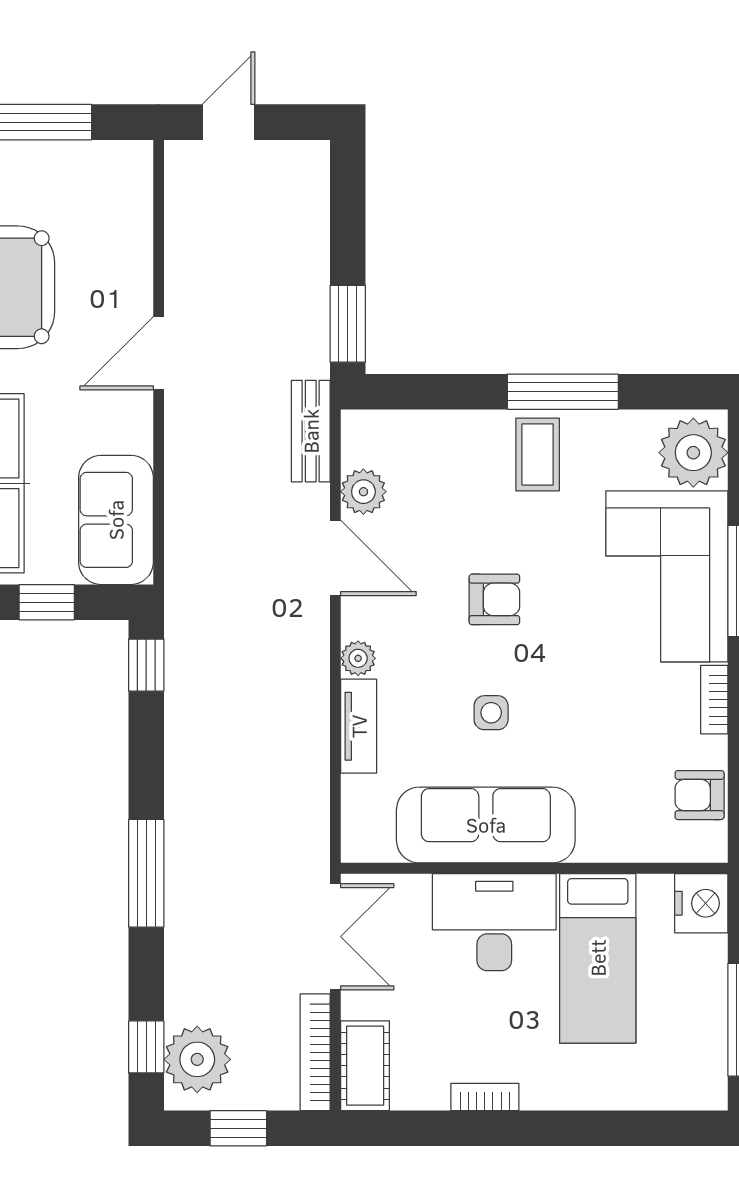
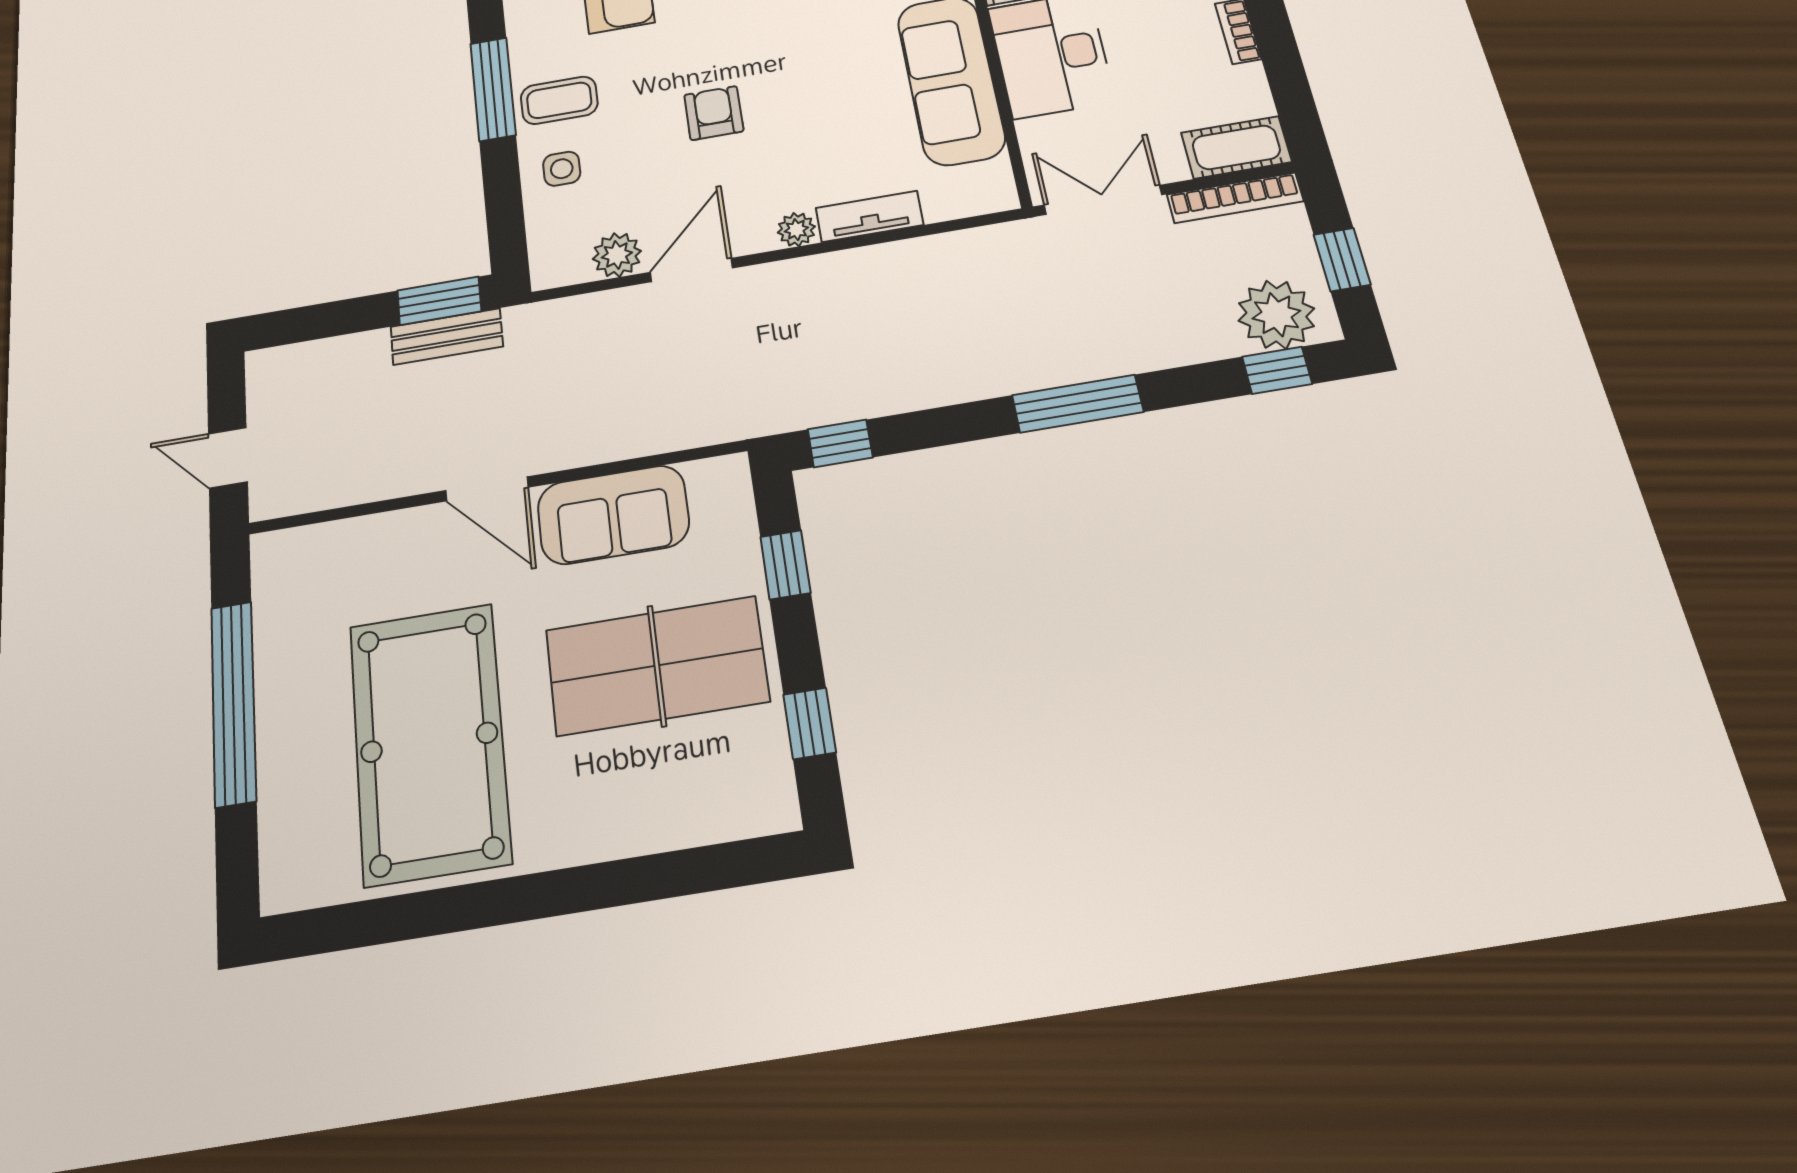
bench: (311, 431) -> (447, 336), moved
sofa: (116, 520) -> (613, 515), moved
side table: (491, 713) -> (562, 169), moved

